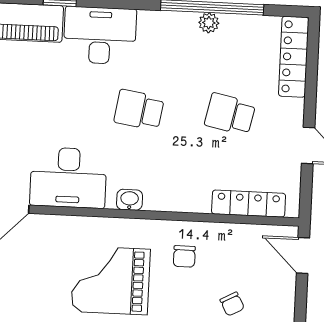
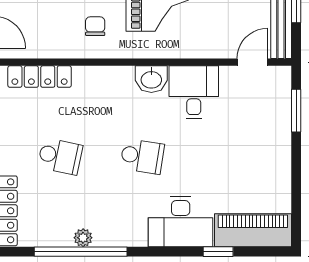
desk: (68, 178) -> (194, 92), width x0.73
washbasin: (130, 200) -> (151, 79), width x1.38, depth x1.45

